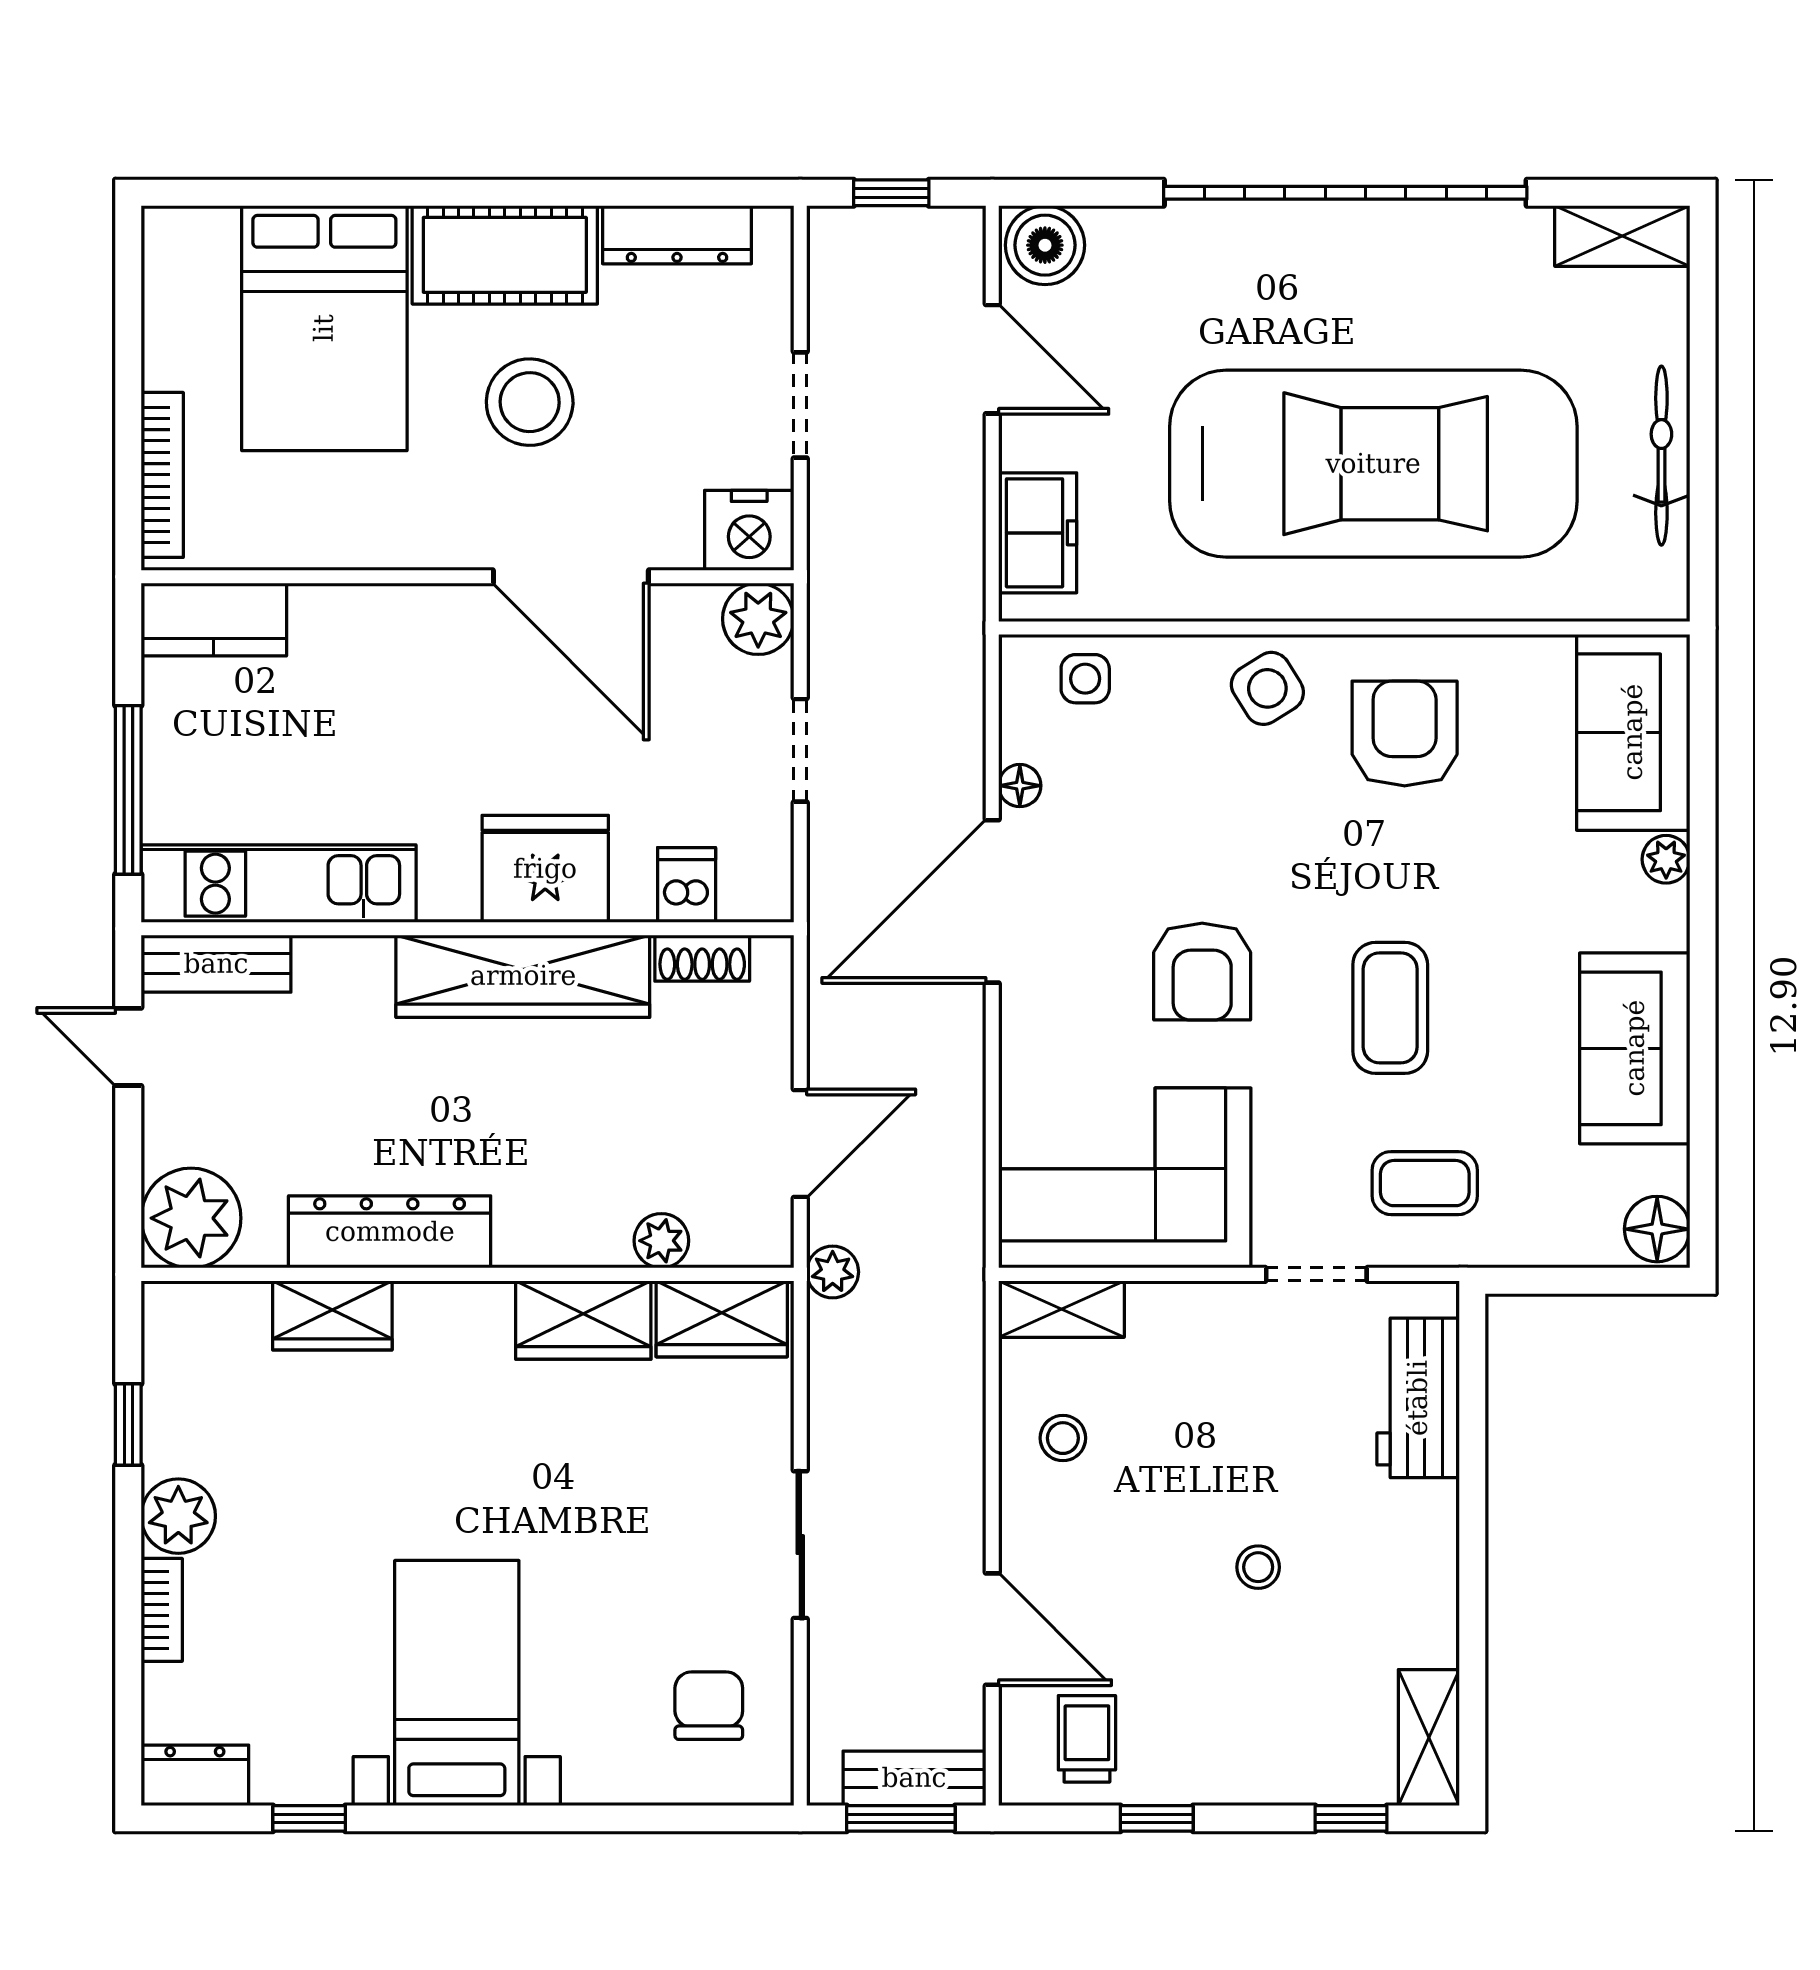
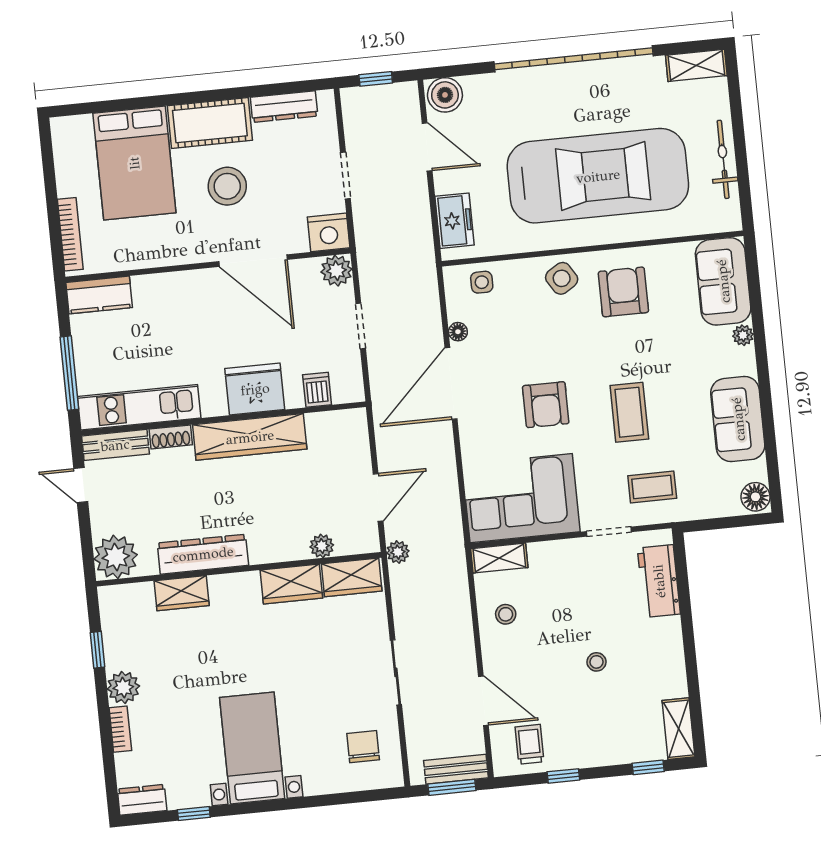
shoe rack: (702, 958) -> (171, 437), moved

